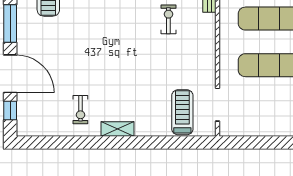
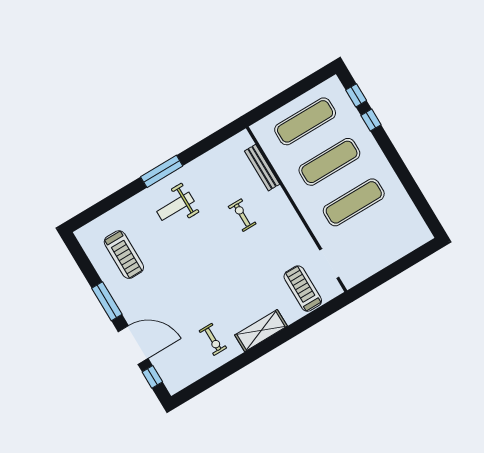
shelving: (118, 129) -> (261, 331), width x1.50, depth x1.33

